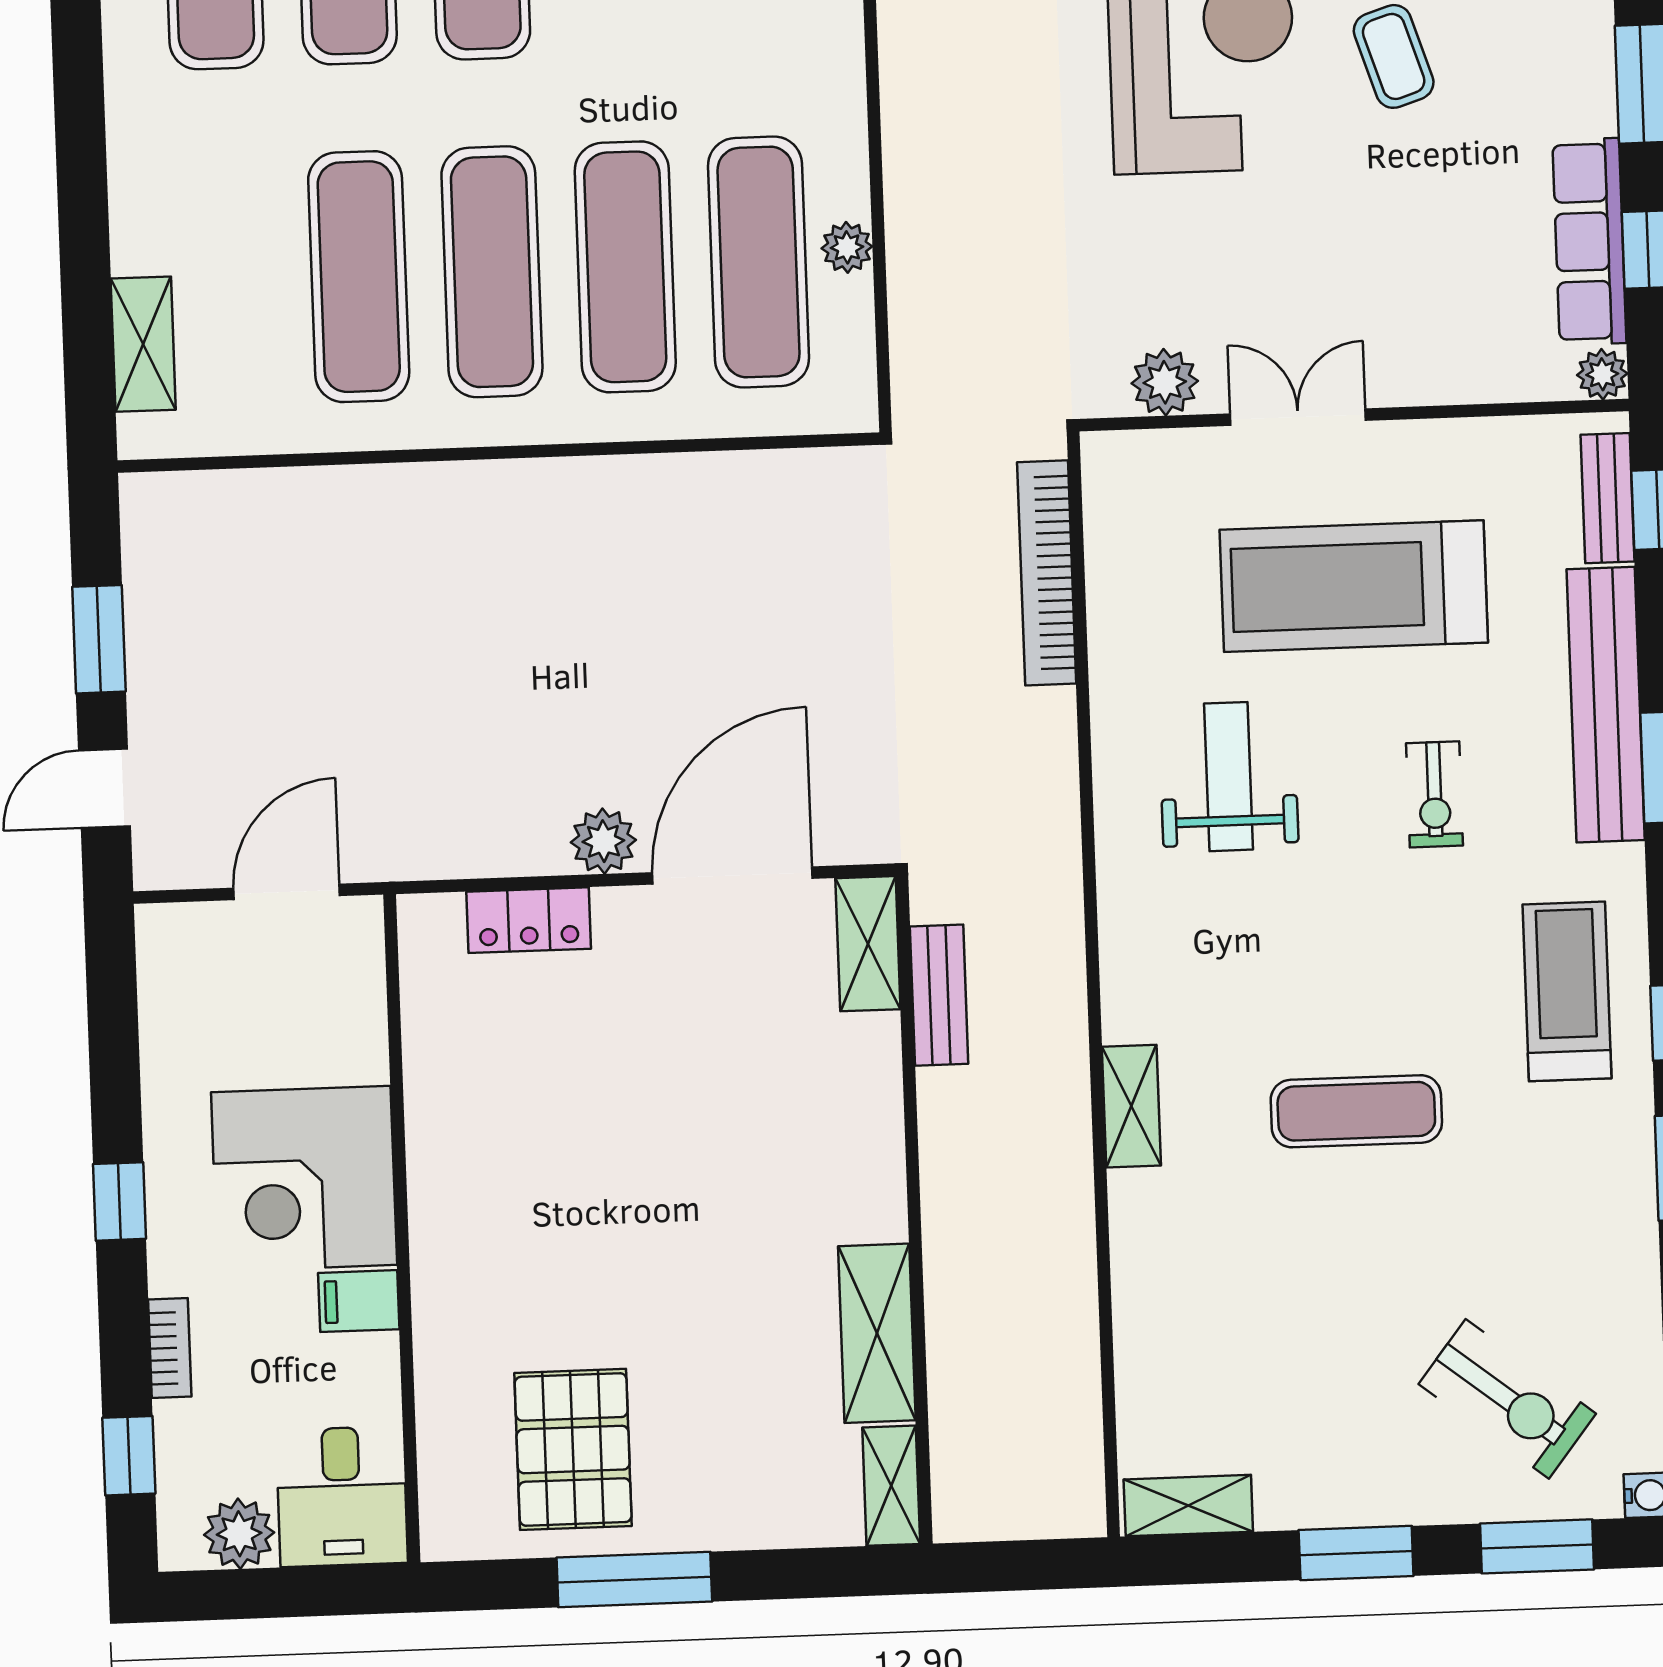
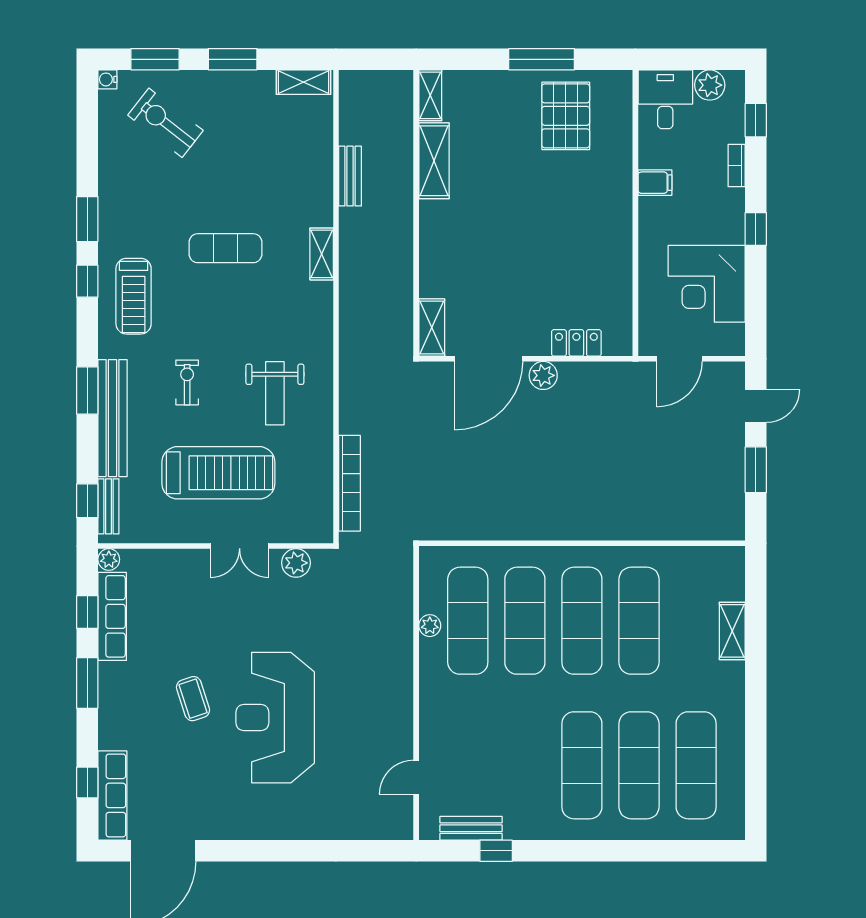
shelving: (143, 344) -> (732, 631), moved
bench: (939, 995) -> (350, 176), moved
corner desk: (304, 1179) -> (707, 284), moved, turned 180

